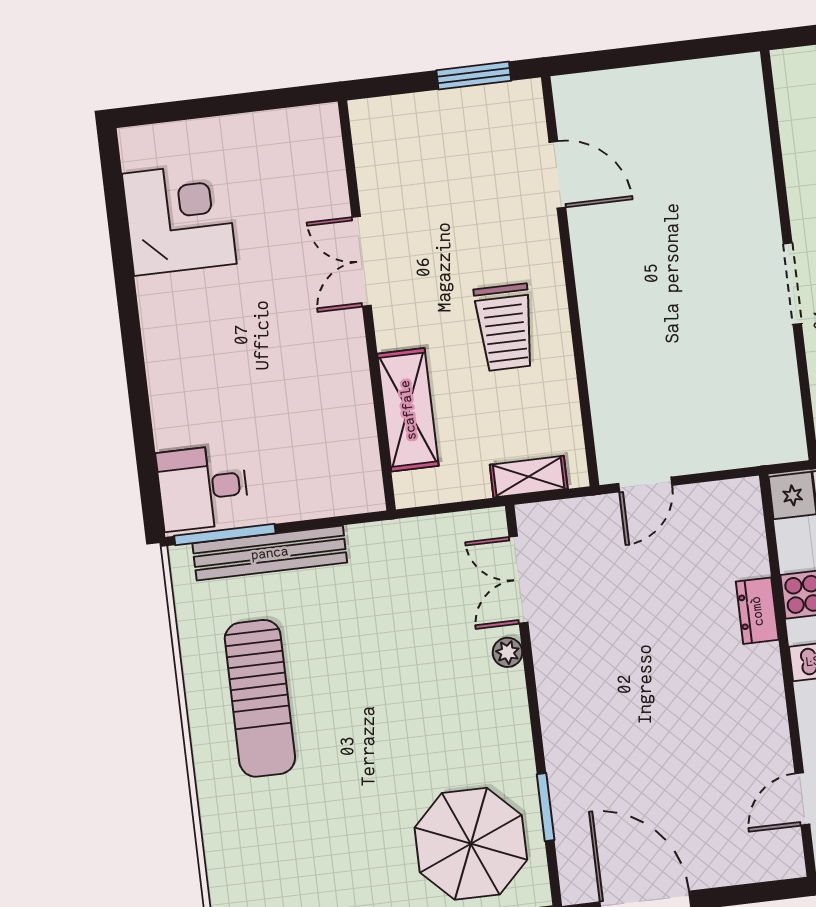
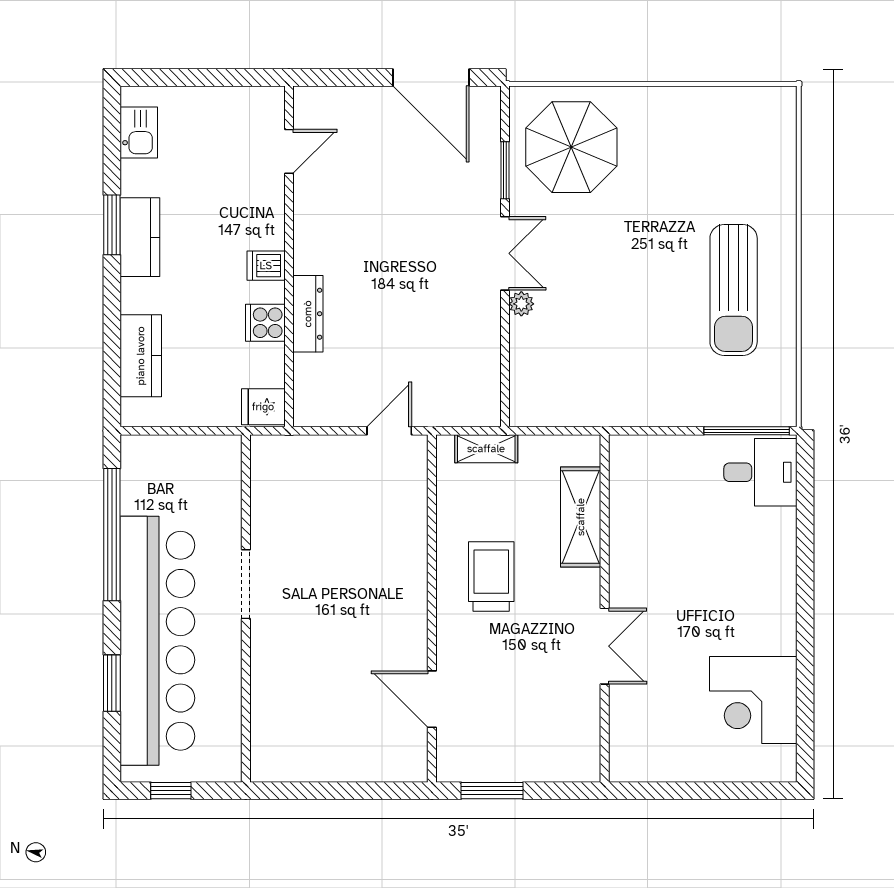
bench: (270, 553) -> (711, 411), removed
double door: (518, 580) -> (505, 253), moved
dresser: (757, 611) -> (308, 314), width x1.44
sun lounger: (260, 698) -> (734, 290), turned 180

